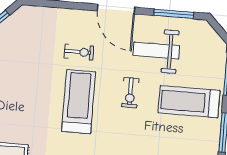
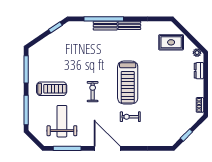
weight bench: (156, 50) -> (62, 121), moved, turned -90
treadmill: (189, 102) -> (52, 89), width x0.73, depth x0.73

